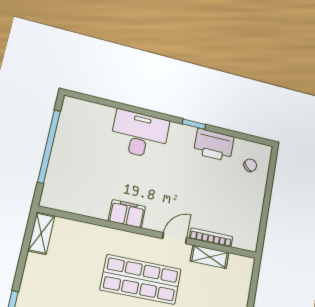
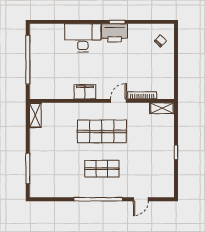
printer: (214, 145) -> (115, 33), moved
shelving: (210, 257) -> (162, 108), moved

